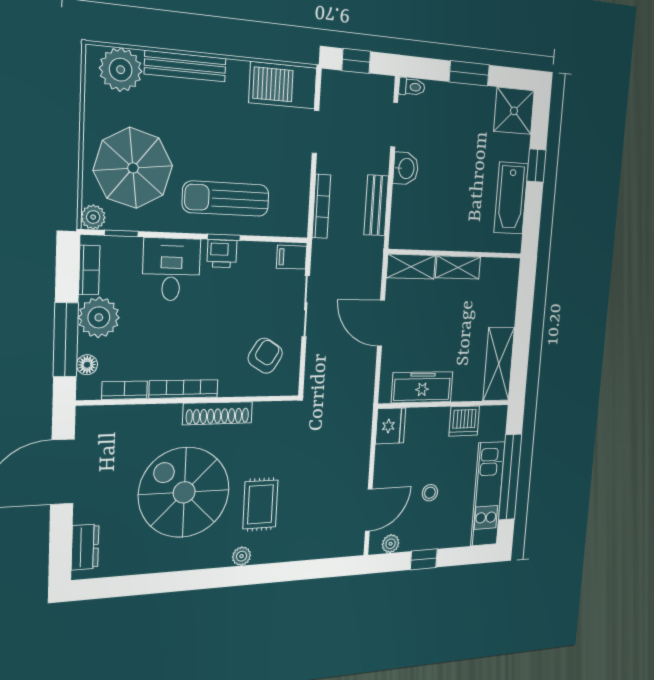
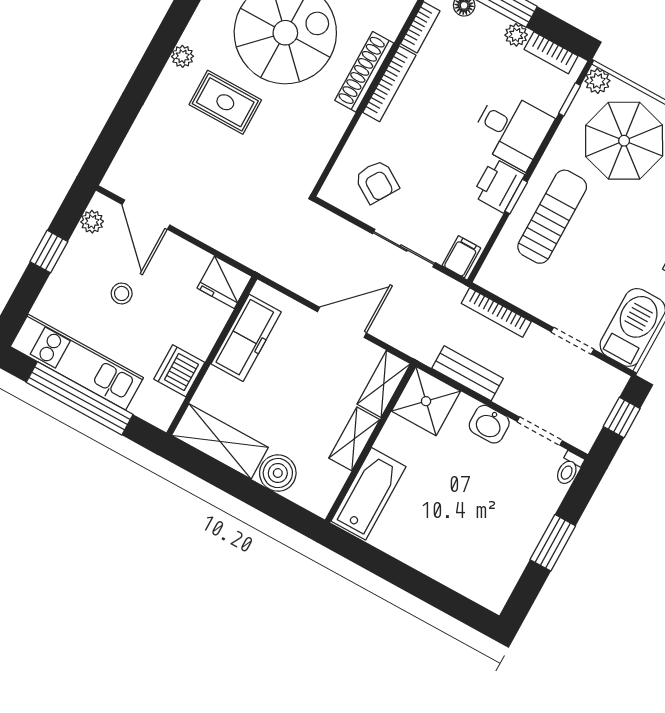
shower: (514, 111) -> (426, 401), moved
window: (536, 166) -> (417, 584), removed
bathtub: (511, 198) -> (369, 494), moved, turned 90
printer: (222, 254) -> (498, 185), width x1.36, depth x1.24
boiler: (503, 310) -> (278, 473), added
plant: (99, 317) -> (516, 35), width x0.53, depth x0.53
shoe rack: (218, 413) -> (364, 72), moved

